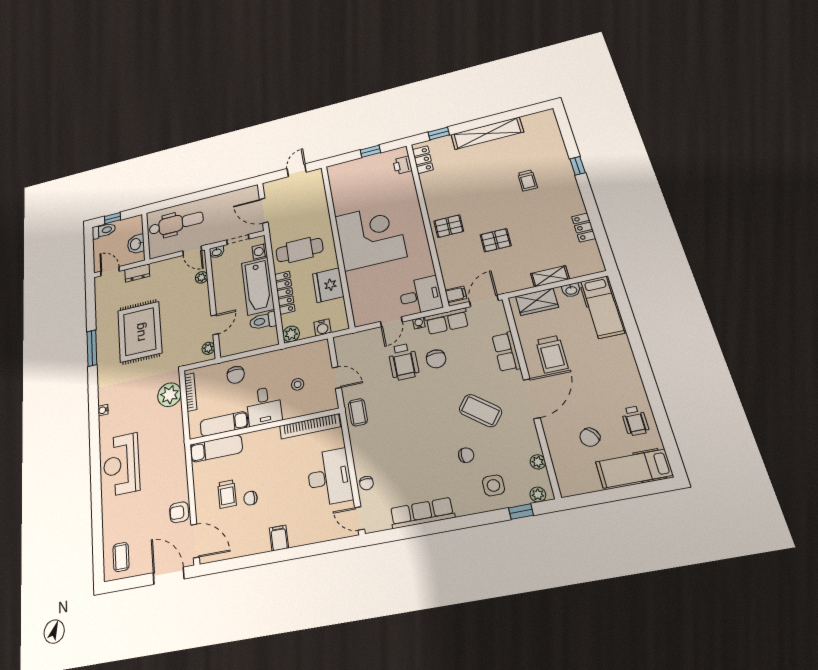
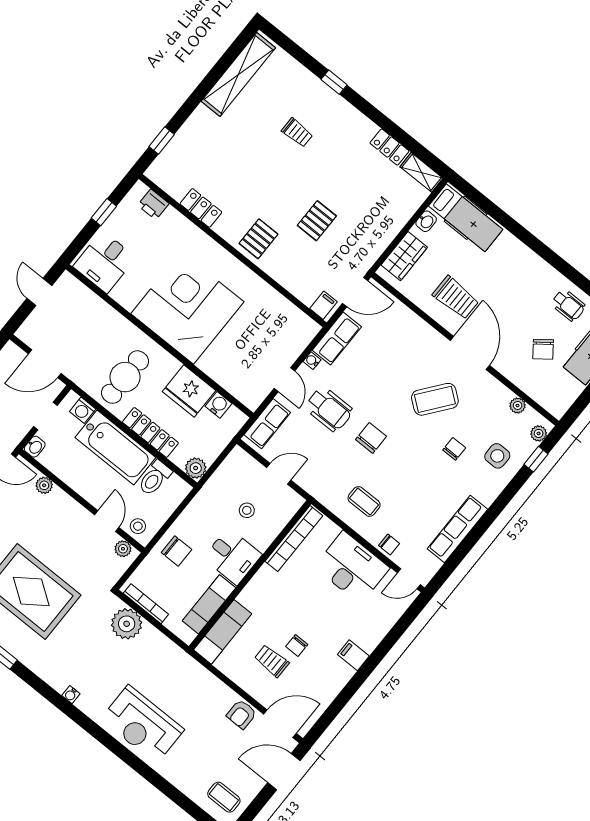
shelving: (487, 133) -> (238, 74), moved
locker: (423, 160) -> (201, 208), moved
shelving: (550, 276) -> (422, 172), moved, turned 90
desk: (421, 296) -> (105, 262), moved, turned 180
door: (484, 301) -> (355, 292), swing flipped
water cooler: (322, 327) -> (219, 405), moved, turned -90
stool: (228, 342) -> (138, 526), added
row of seats: (506, 352) -> (267, 424), moved, turned -90
chair: (436, 359) -> (371, 438), moved, turned -90
coffee table: (358, 412) -> (364, 501), moved
trolley: (227, 494) -> (272, 661), turned 180

